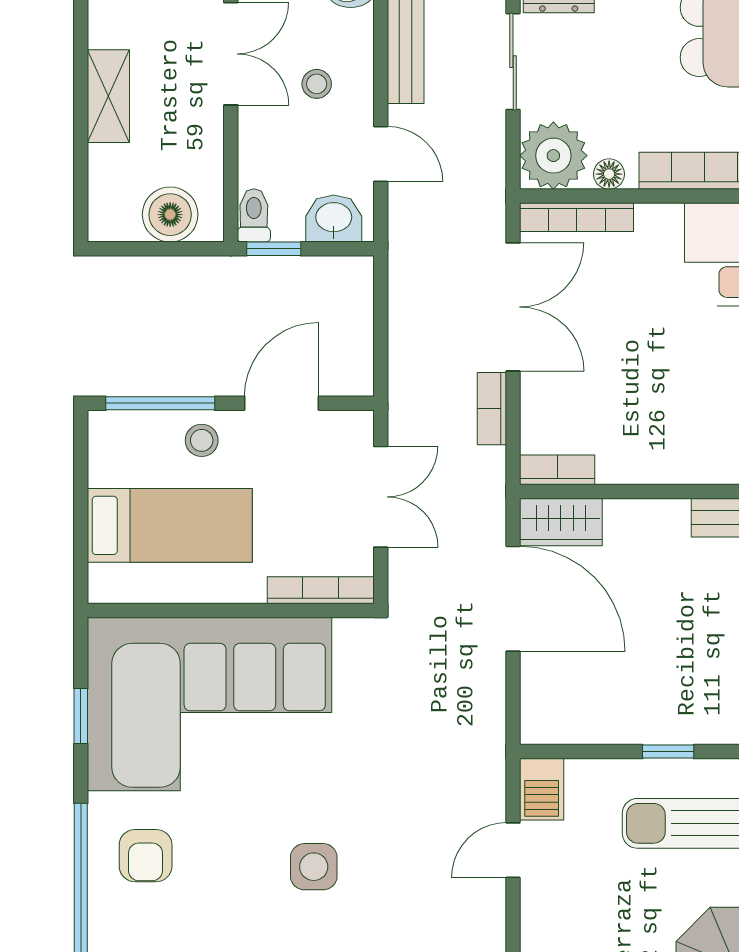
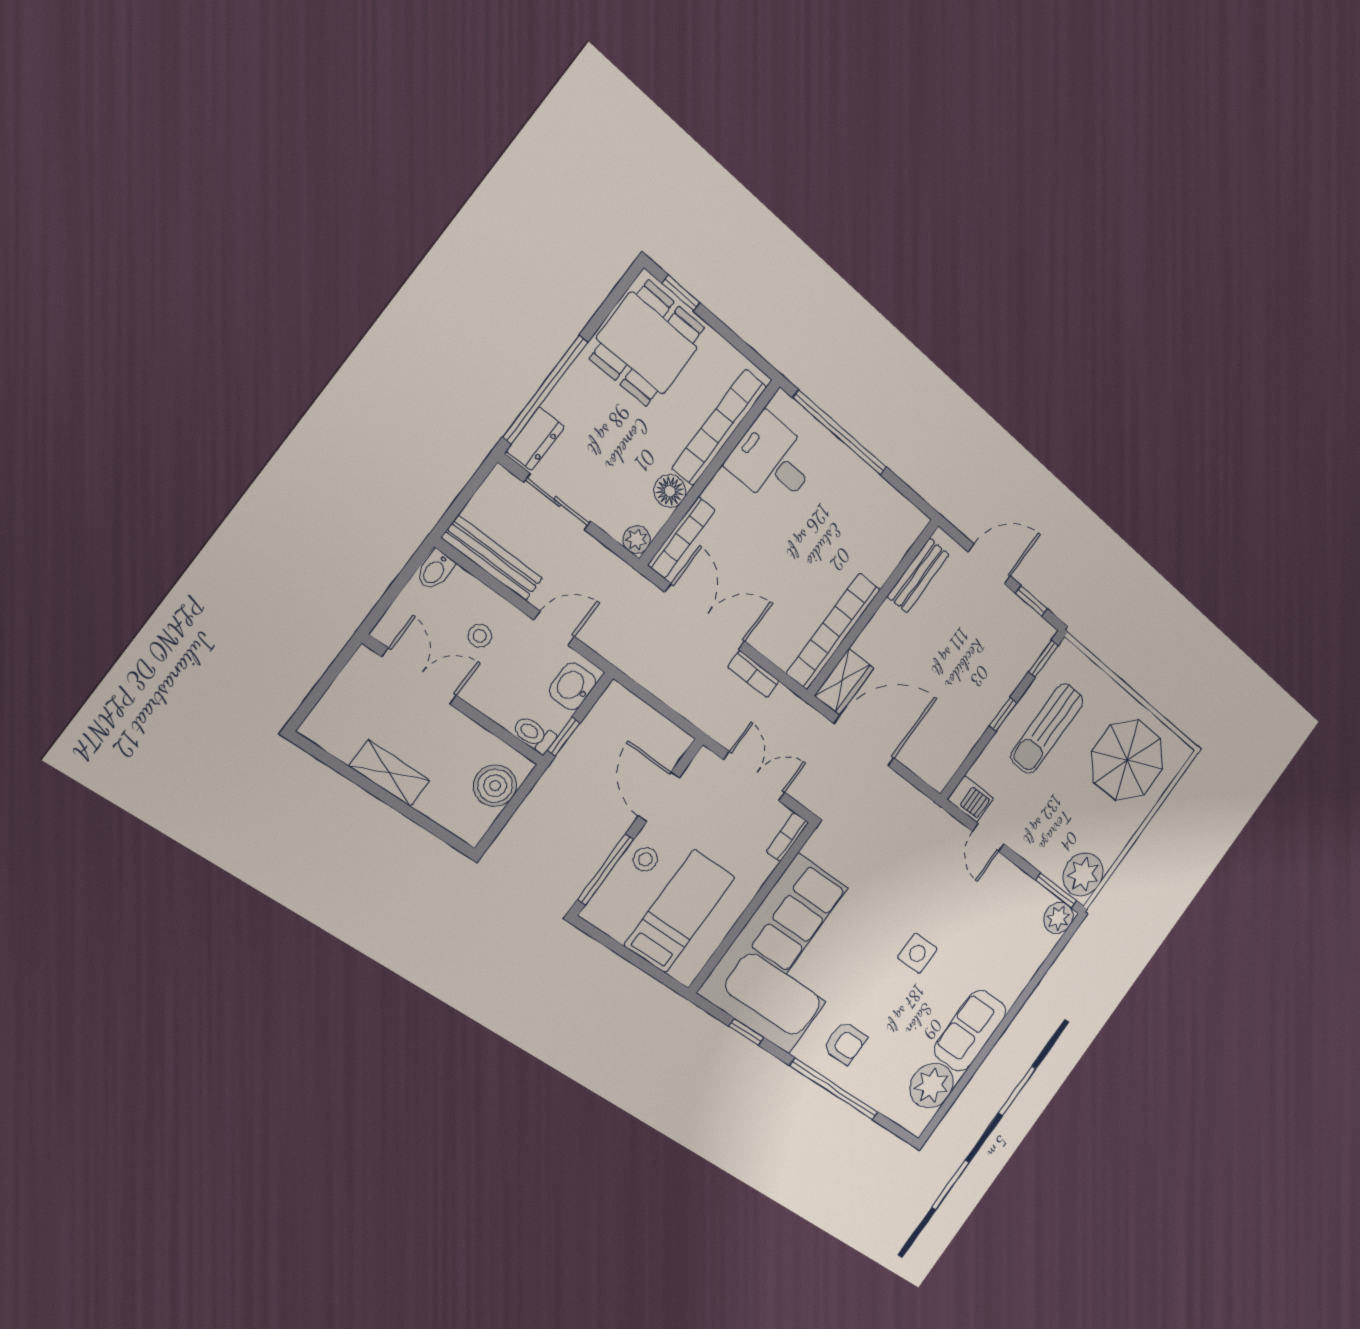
plant: (553, 156) -> (637, 540), width x0.53, depth x0.53
floor lamp: (609, 174) -> (670, 491), width x1.37, depth x1.37
bookcase: (557, 470) -> (833, 631), width x2.31, depth x1.31
bookcase: (321, 590) -> (787, 837), width x0.64

